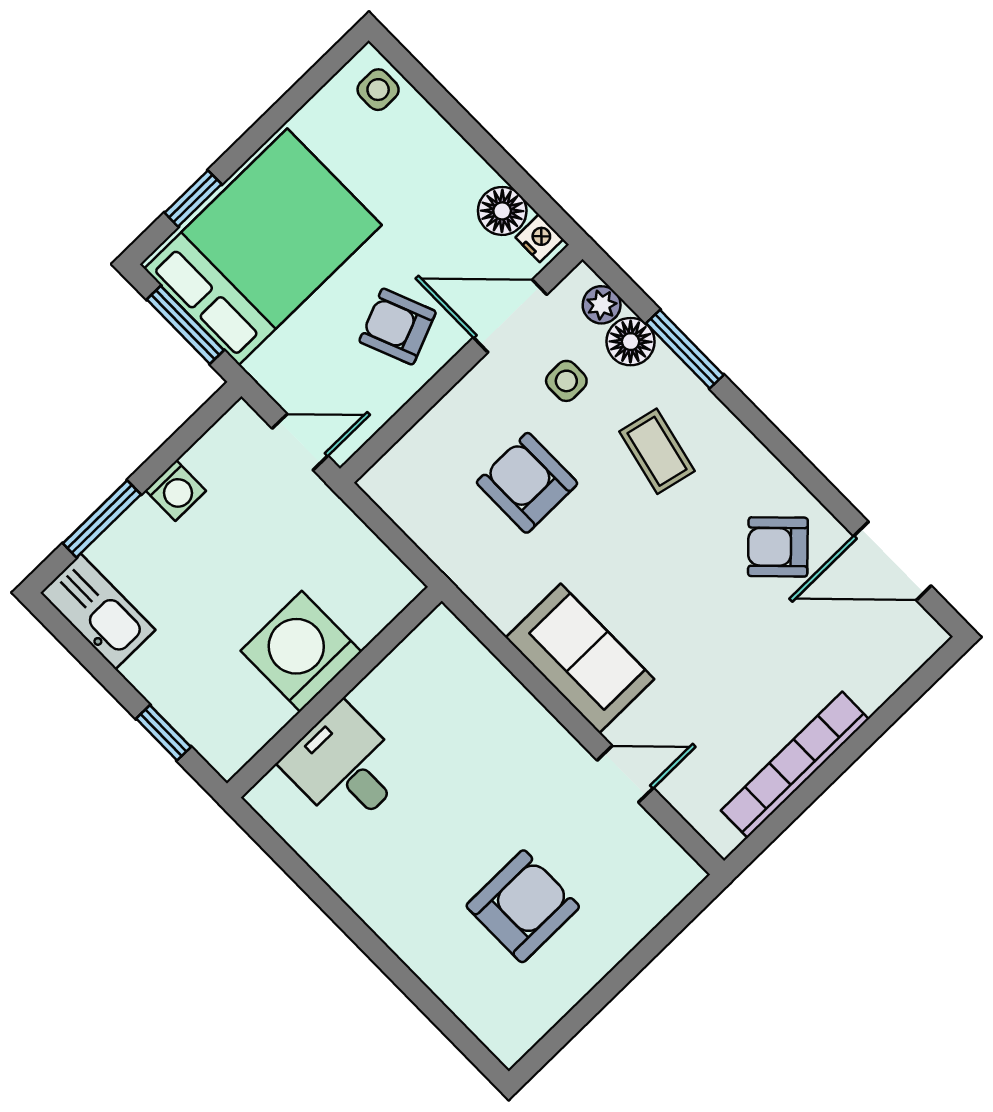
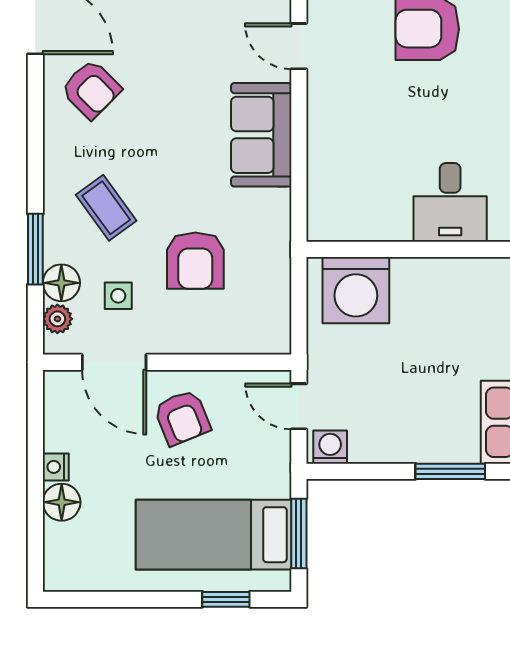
side table: (378, 90) -> (65, 559), removed
floor lamp: (502, 211) -> (62, 502), moved
nightstand: (539, 238) -> (56, 467), moved
bed: (263, 247) -> (214, 535), width x0.67
coffee table: (657, 451) -> (106, 208), turned -49
washing machine: (176, 490) -> (330, 447), moved
washing machine: (301, 651) -> (356, 290), moved

